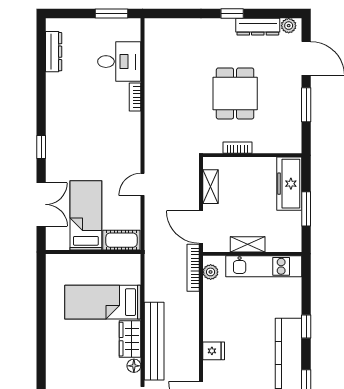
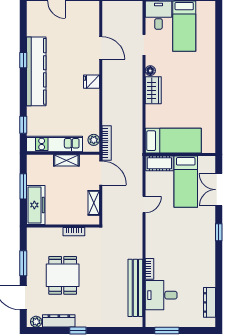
dining table: (235, 93) -> (63, 275), moved
bed: (103, 302) -> (173, 141), moved
window: (306, 327) -> (23, 125), moved
bench: (154, 341) -> (135, 288), moved

